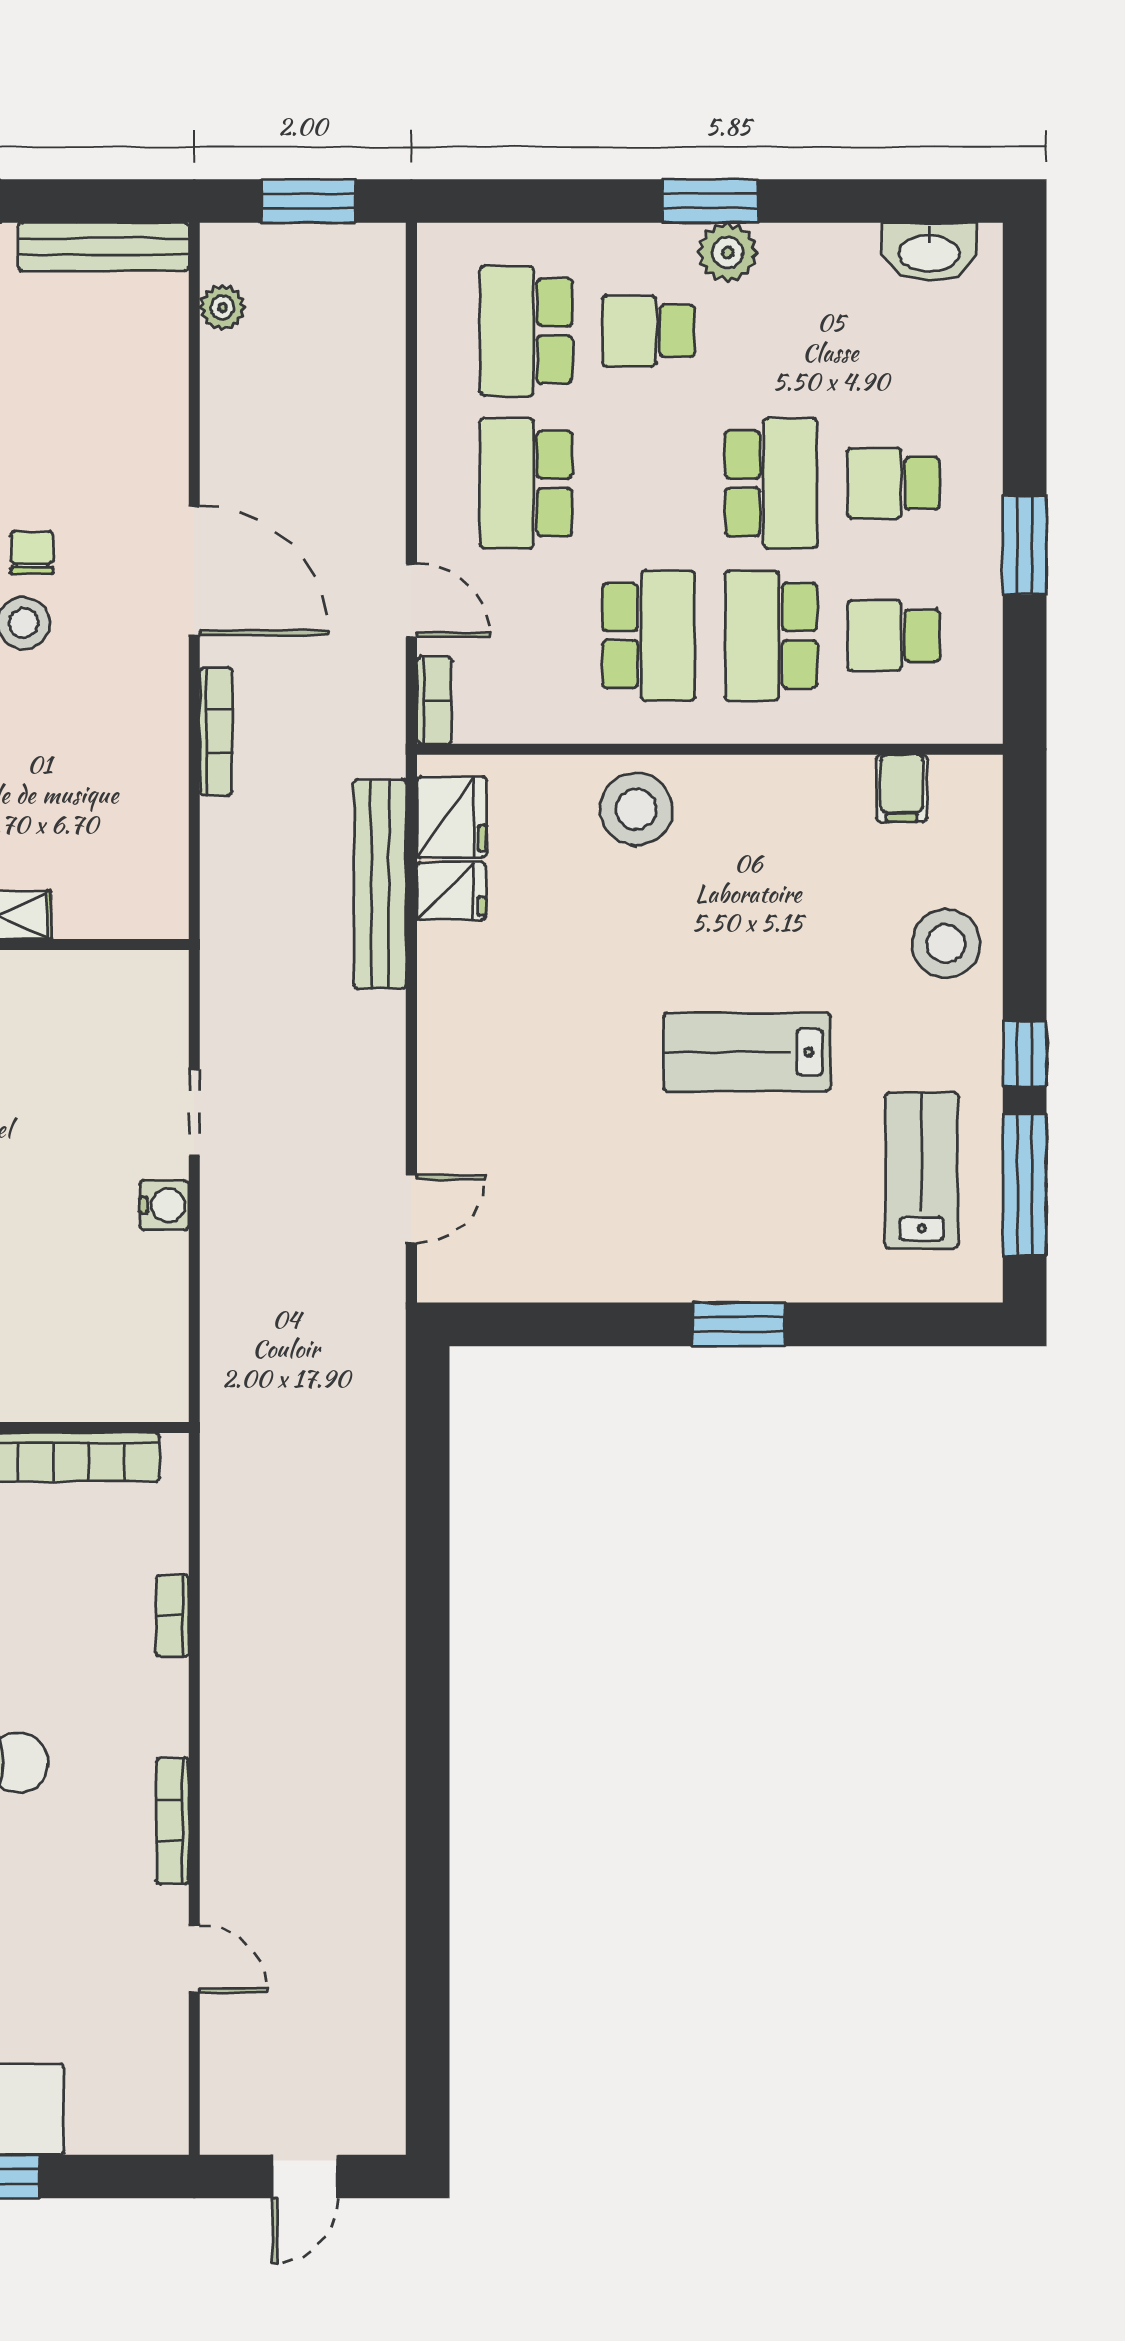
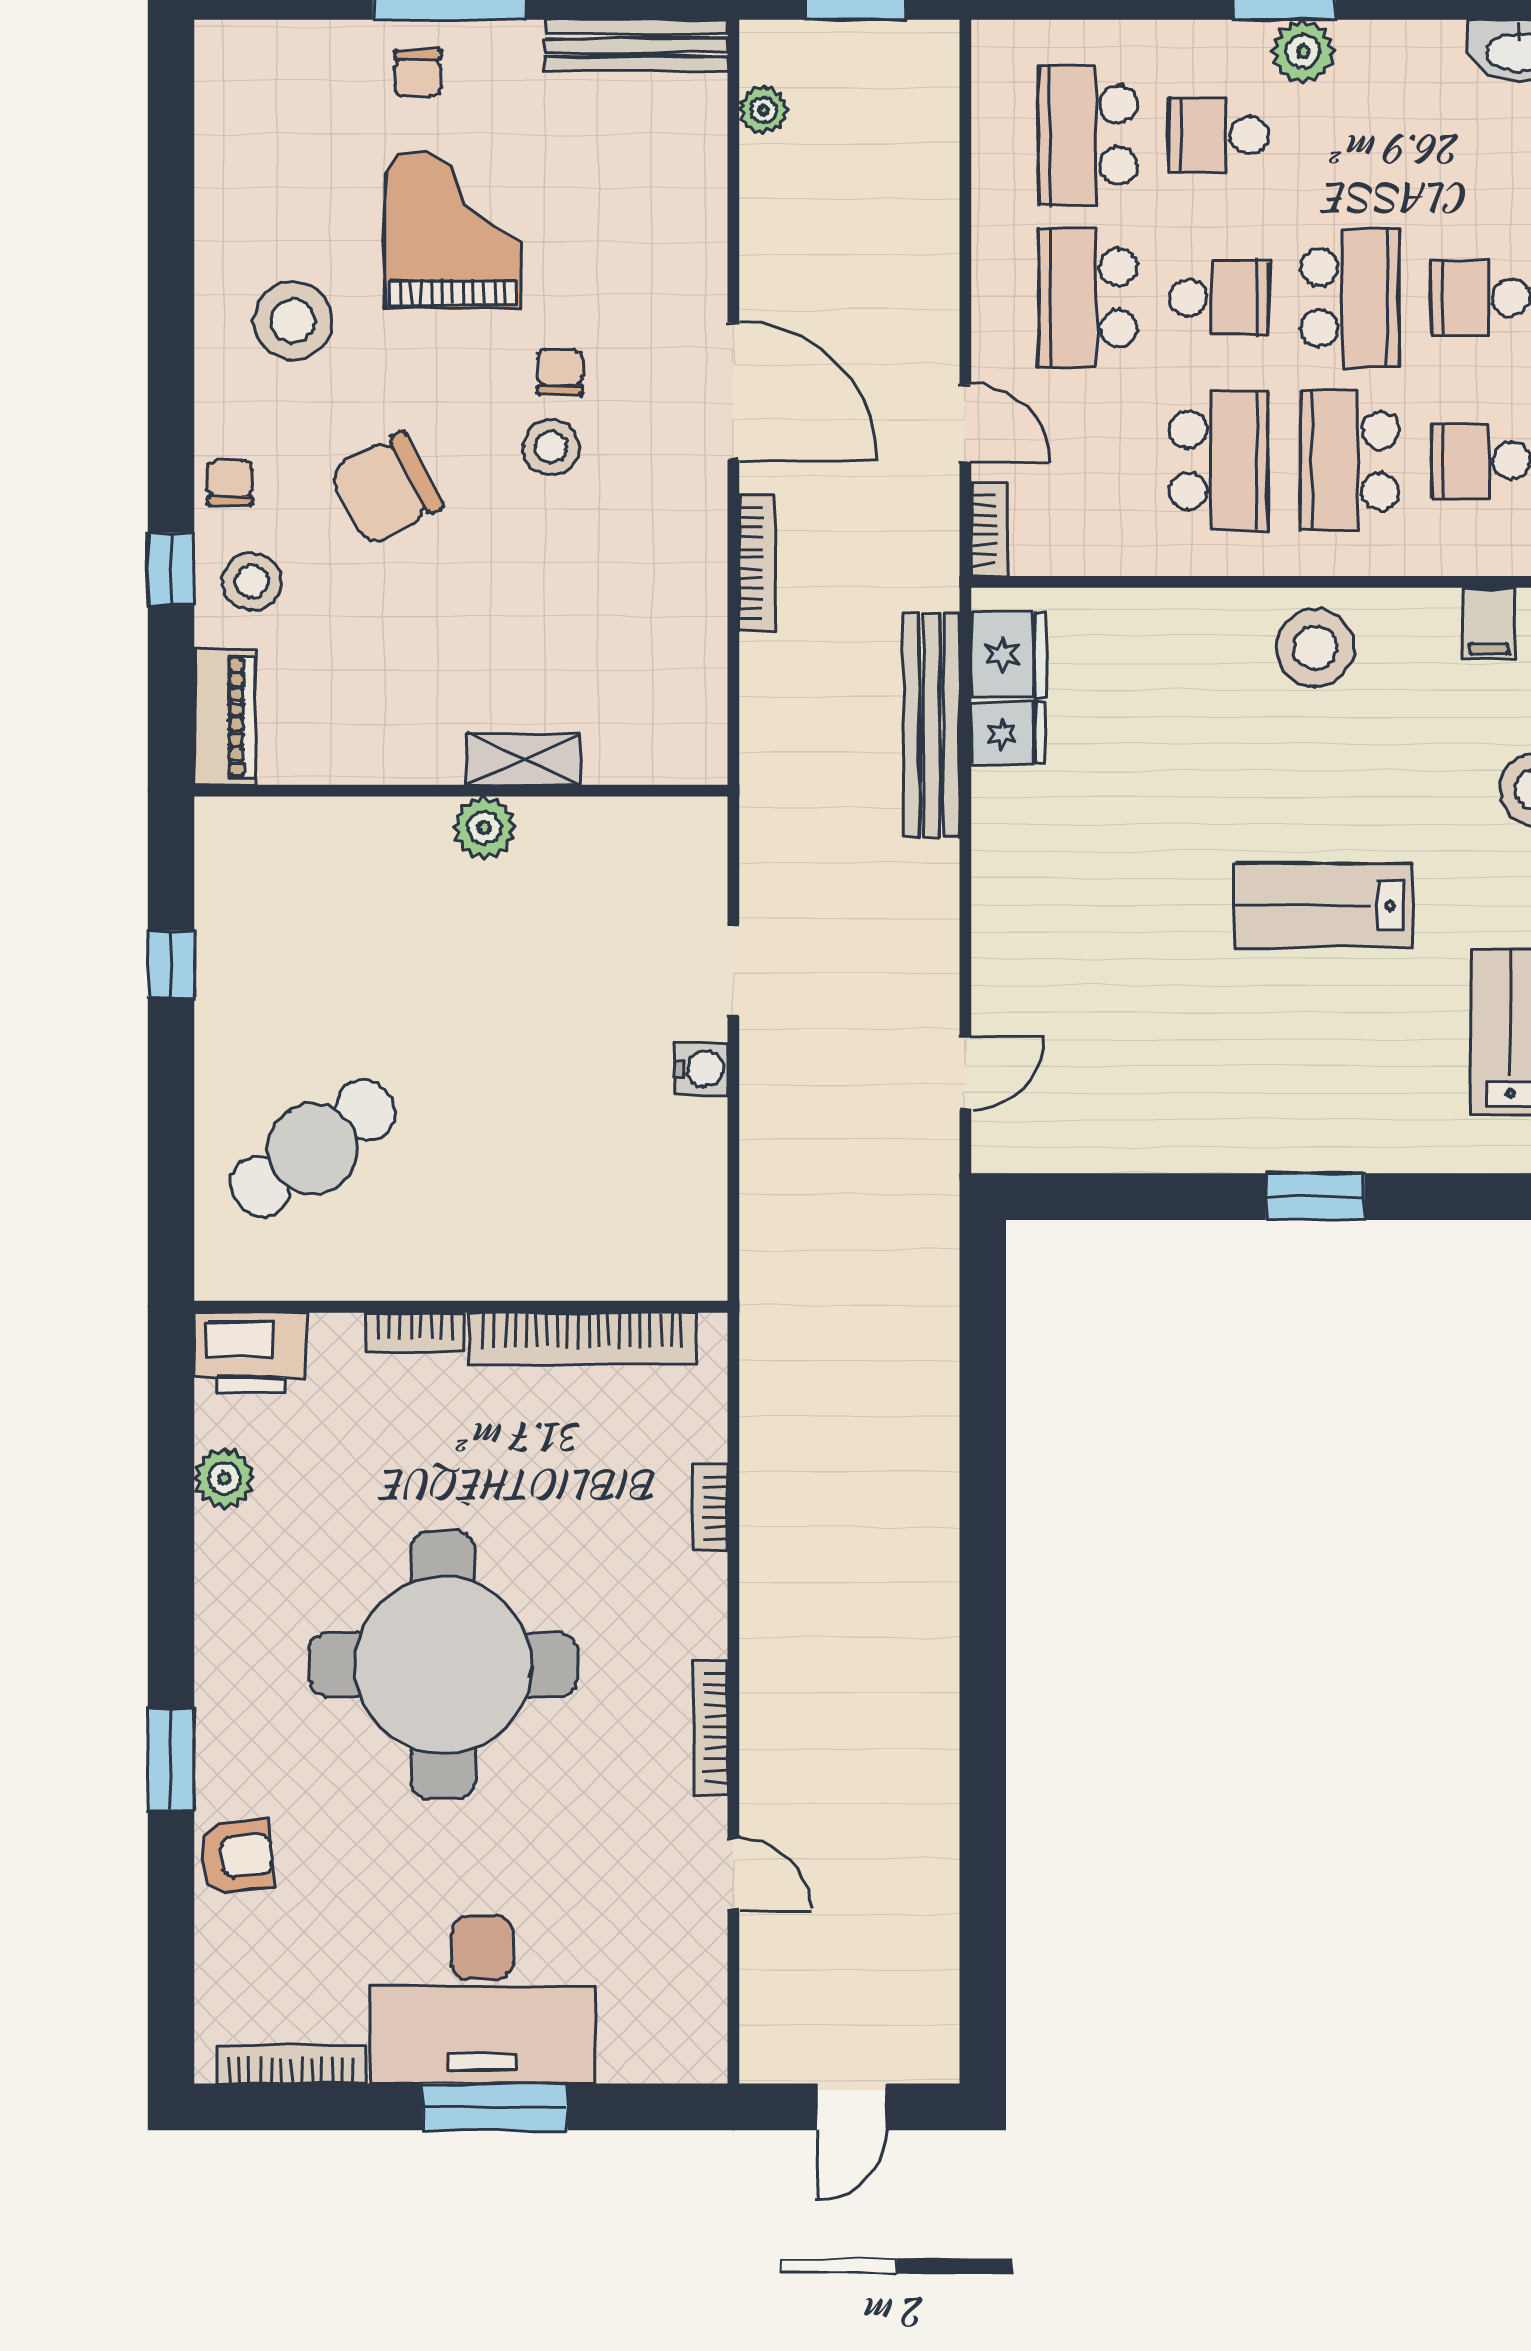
school desk: (649, 483) -> (1219, 298), added
stool: (636, 809) -> (1315, 648), moved

